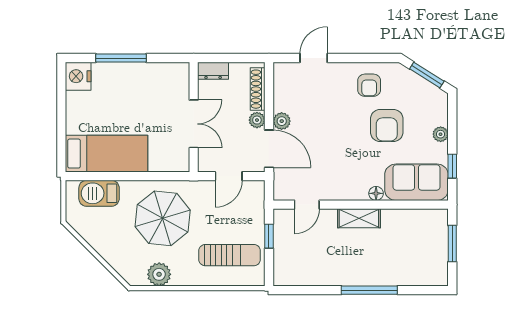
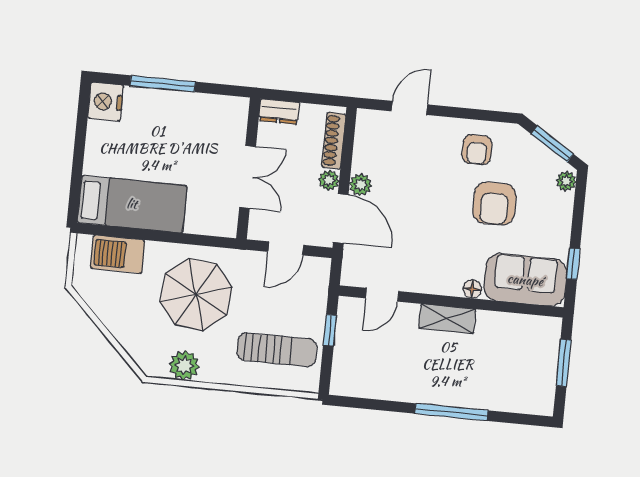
plant: (441, 134) -> (566, 181), moved

